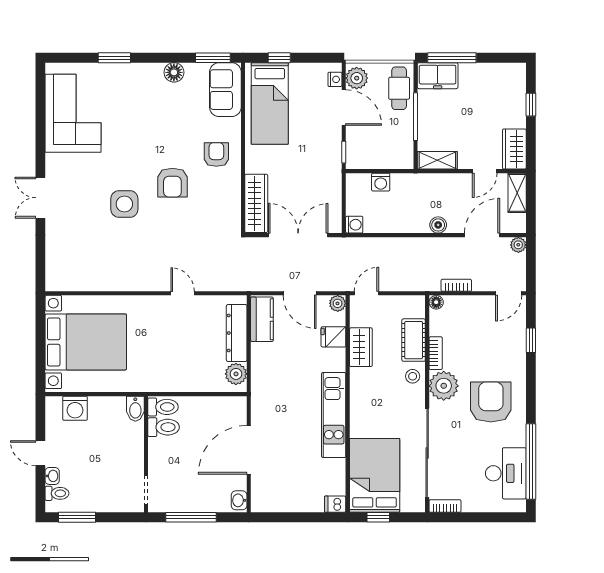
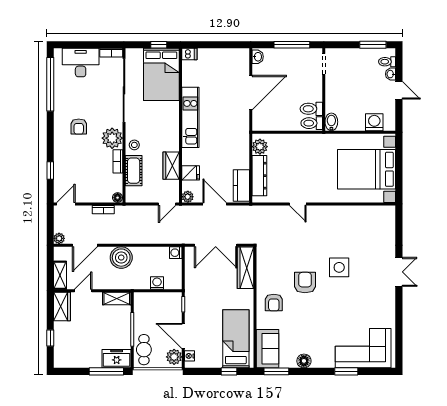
corner sofa: (73, 113) -> (363, 348), moved, turned 90
boiler: (438, 225) -> (121, 258), width x1.86, depth x1.86
armchair: (491, 402) -> (79, 127), width x0.53, depth x0.53
desk: (506, 473) -> (81, 63), moved, turned 90

